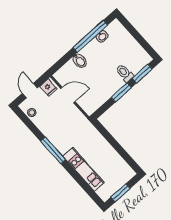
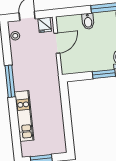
door: (68, 95) -> (57, 43), hinge flipped

